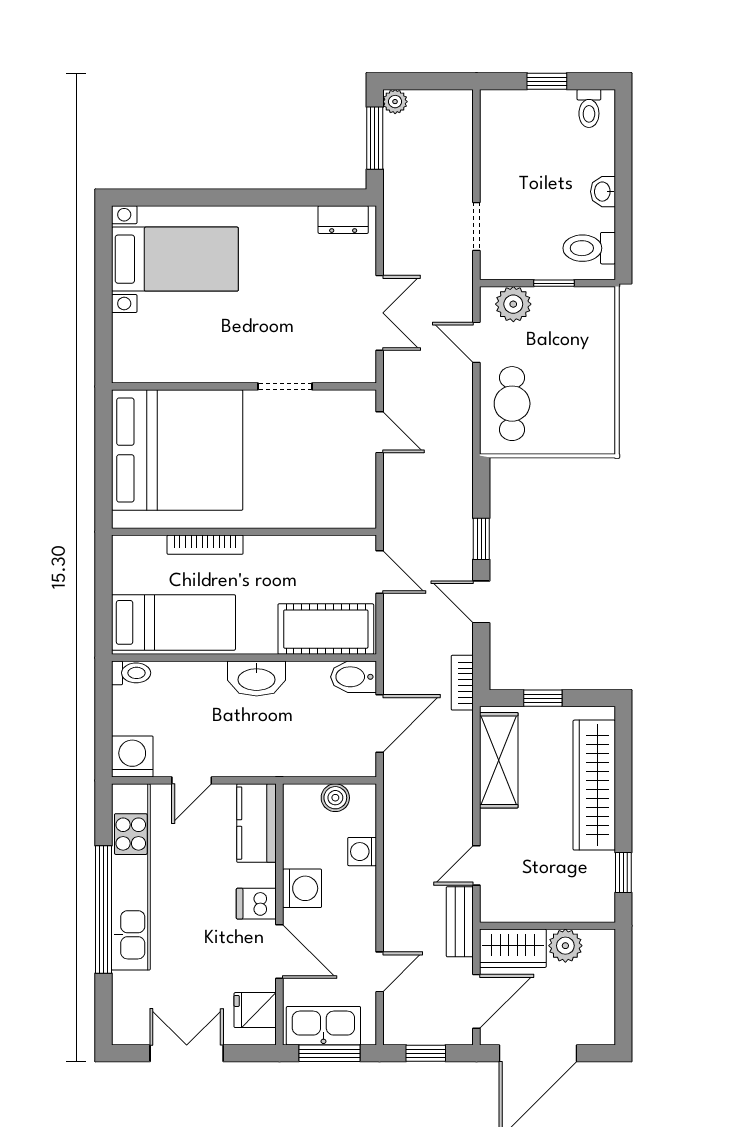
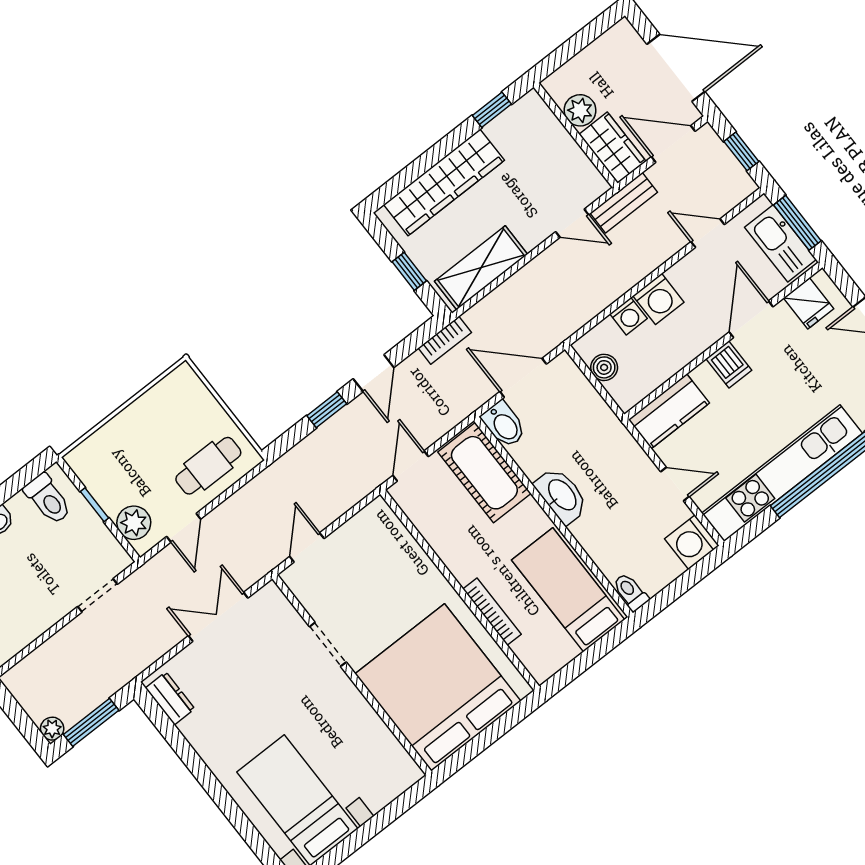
washing machine: (302, 888) -> (658, 299), moved, turned 180

